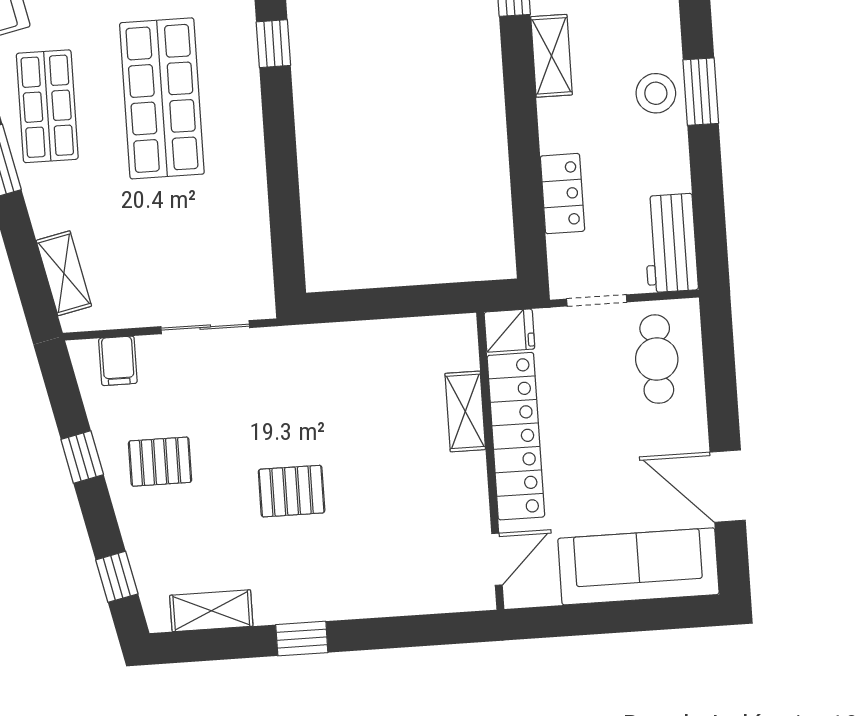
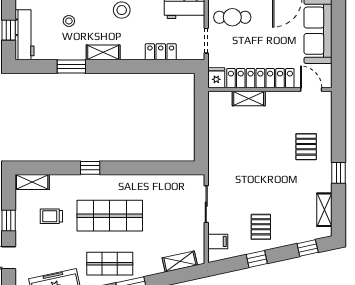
pallet: (292, 491) -> (306, 147), moved

